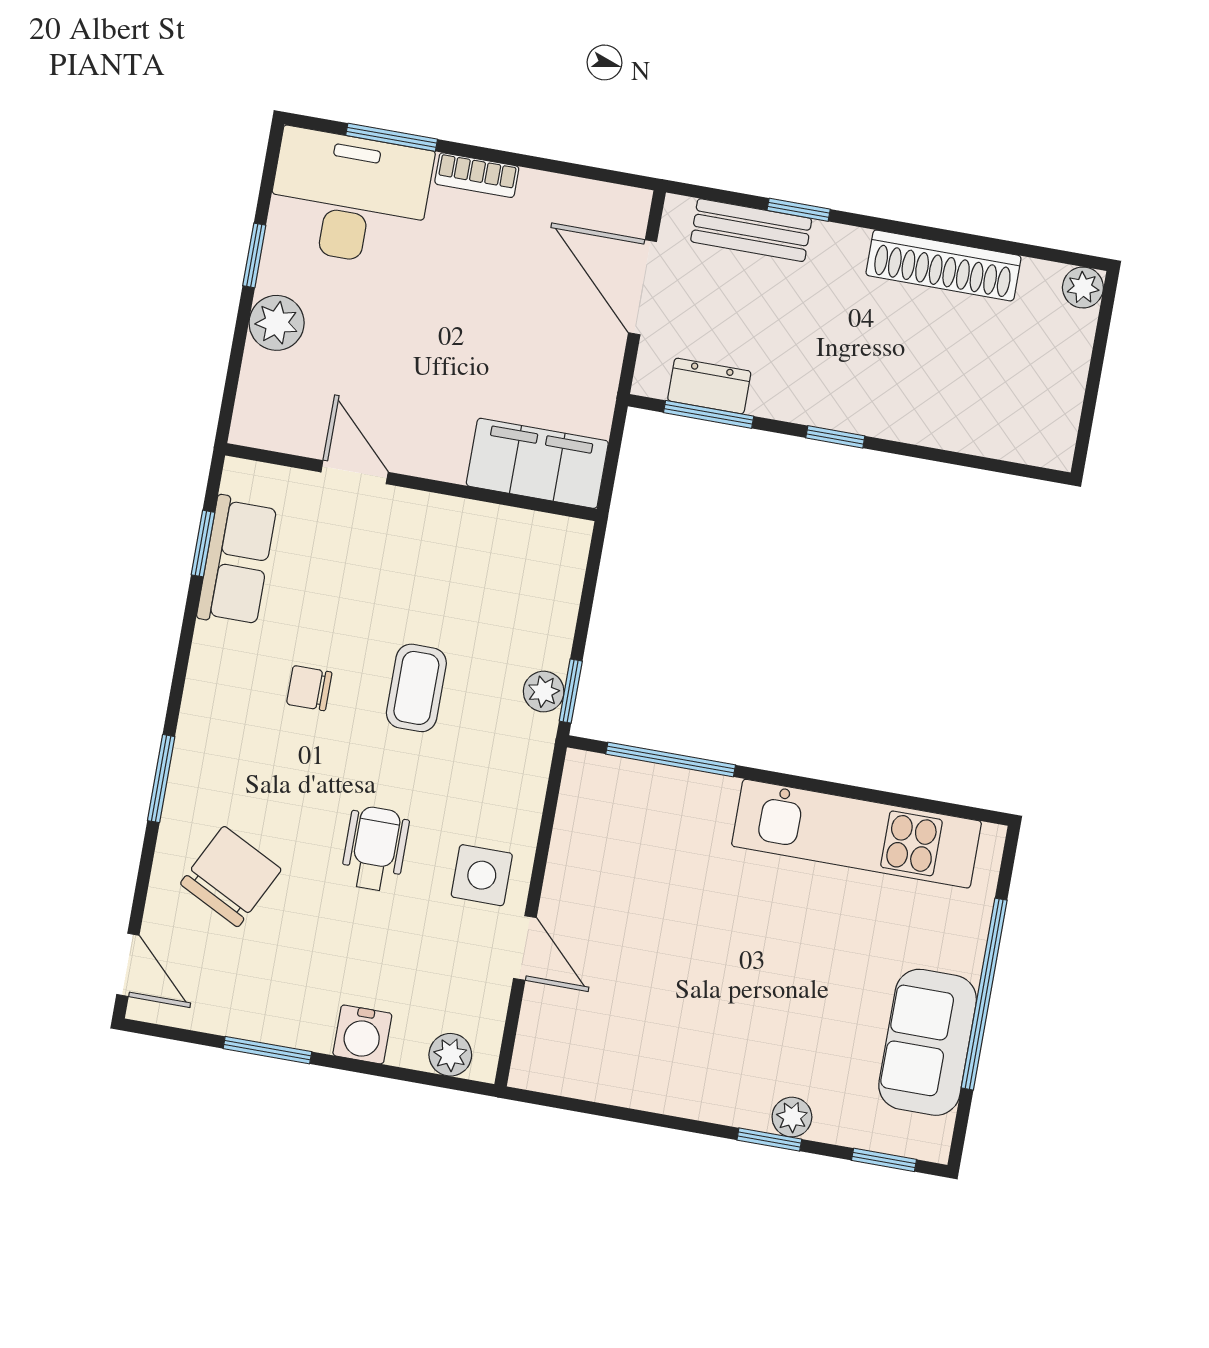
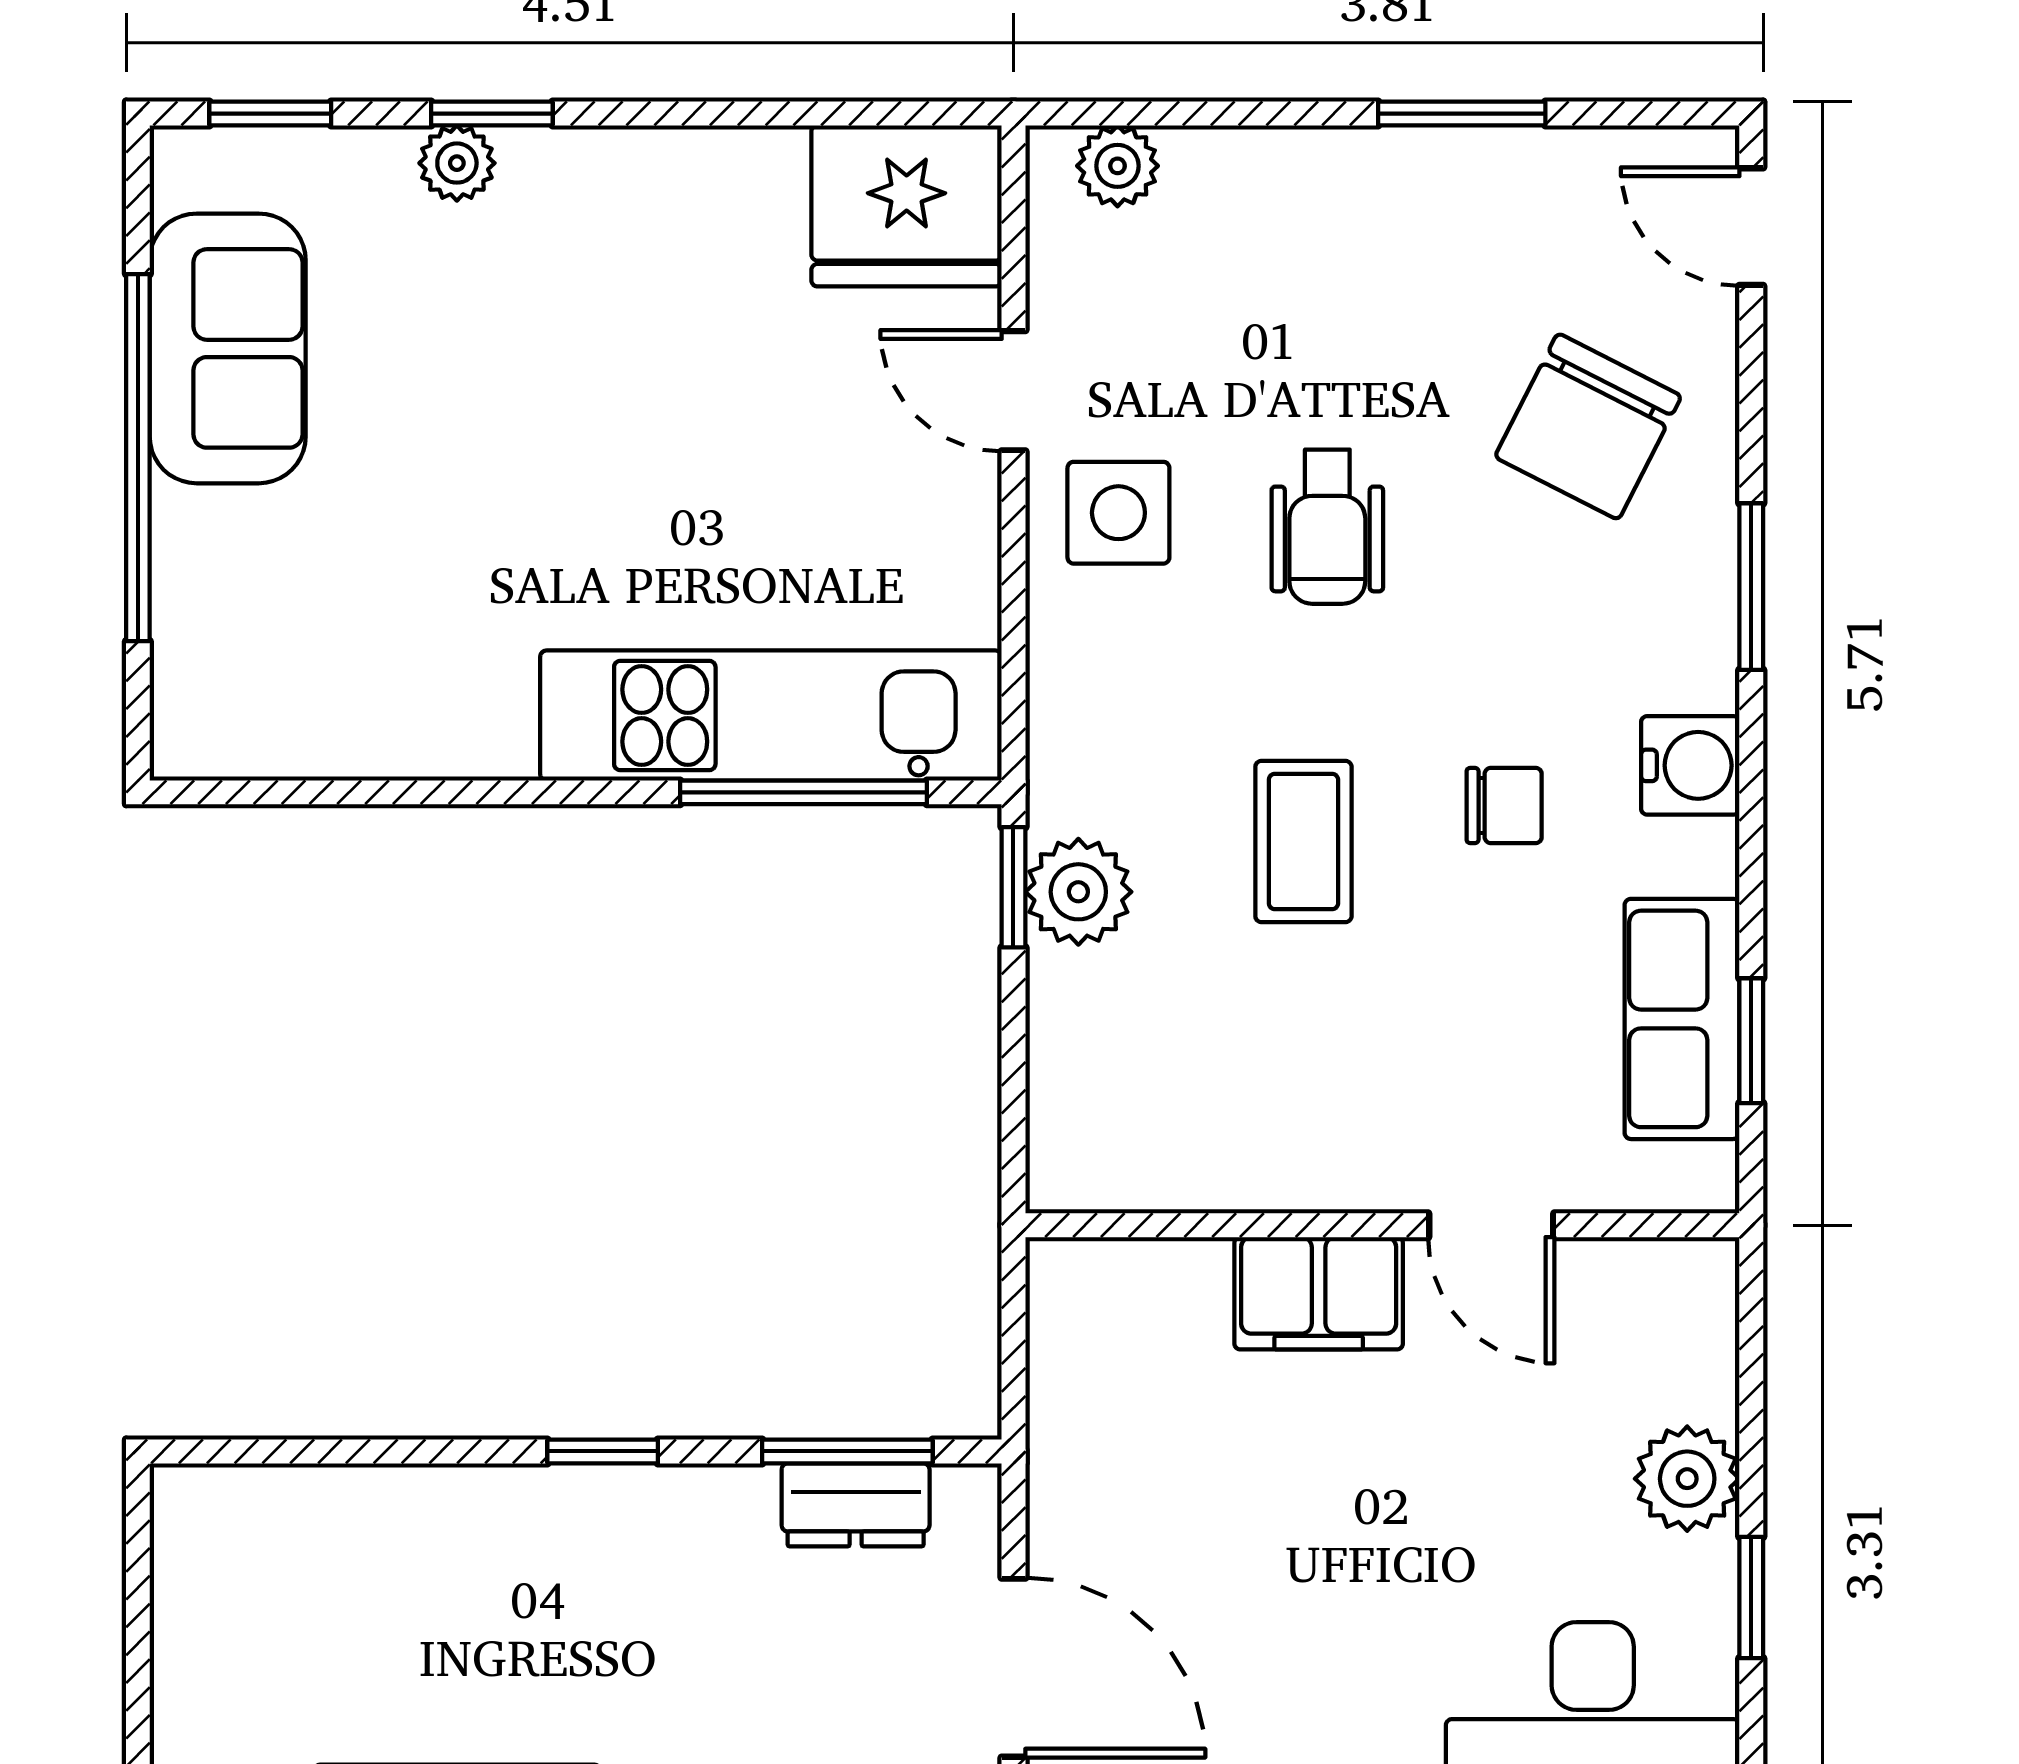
filing cabinet: (537, 463) -> (1319, 1293), moved, width x0.67, depth x0.86
plant: (544, 692) -> (1078, 892), width x1.38, depth x1.38
kitchen unit: (857, 834) -> (771, 716), moved
water cooler: (362, 1034) -> (1690, 765), moved, turned 90
fridge: (563, 1053) -> (907, 206), added

